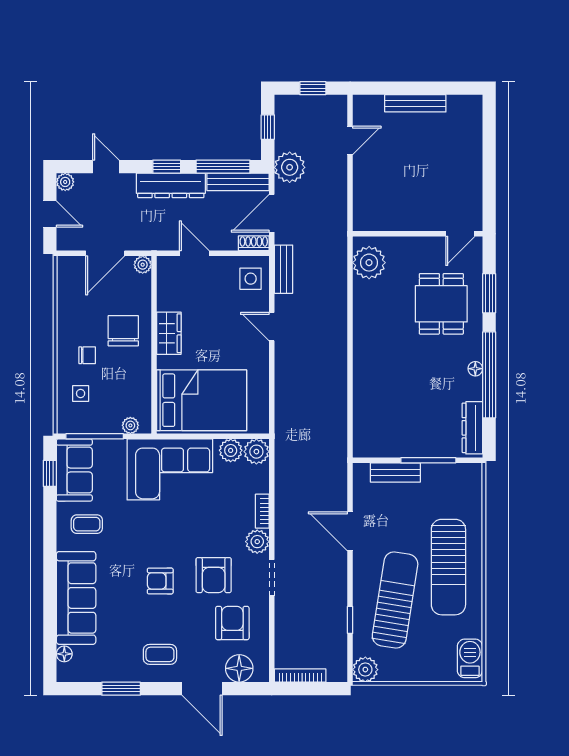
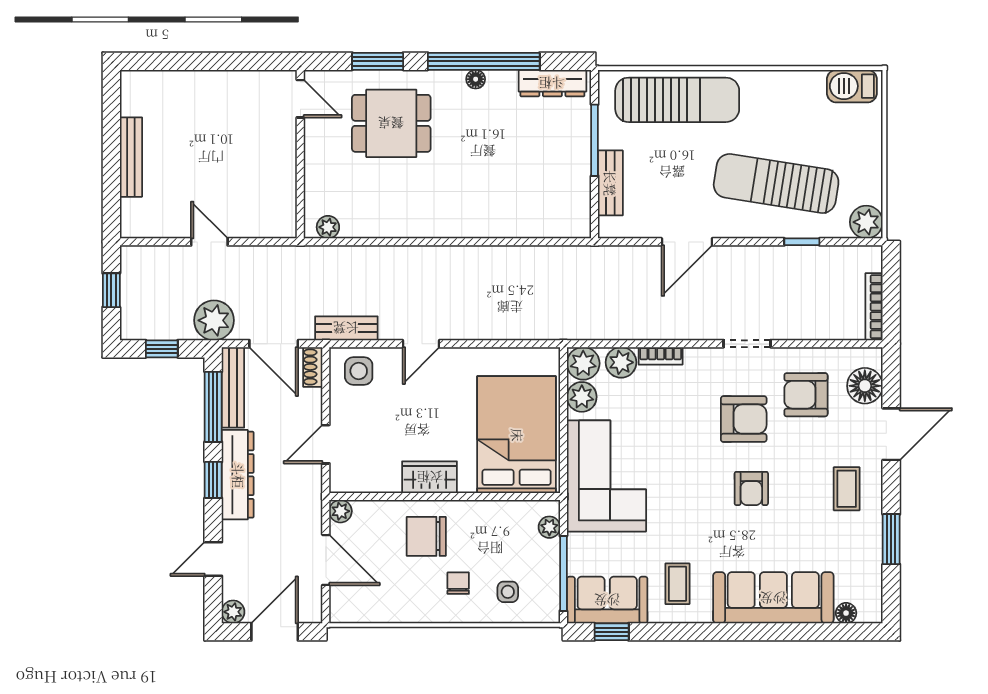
door: (350, 140) -> (209, 242), moved
door: (50, 214) -> (275, 632), width x1.38
plant: (369, 263) -> (328, 227), width x0.53, depth x0.53
plant: (257, 542) -> (621, 362), moved
sun lounger: (448, 567) -> (677, 100), moved

